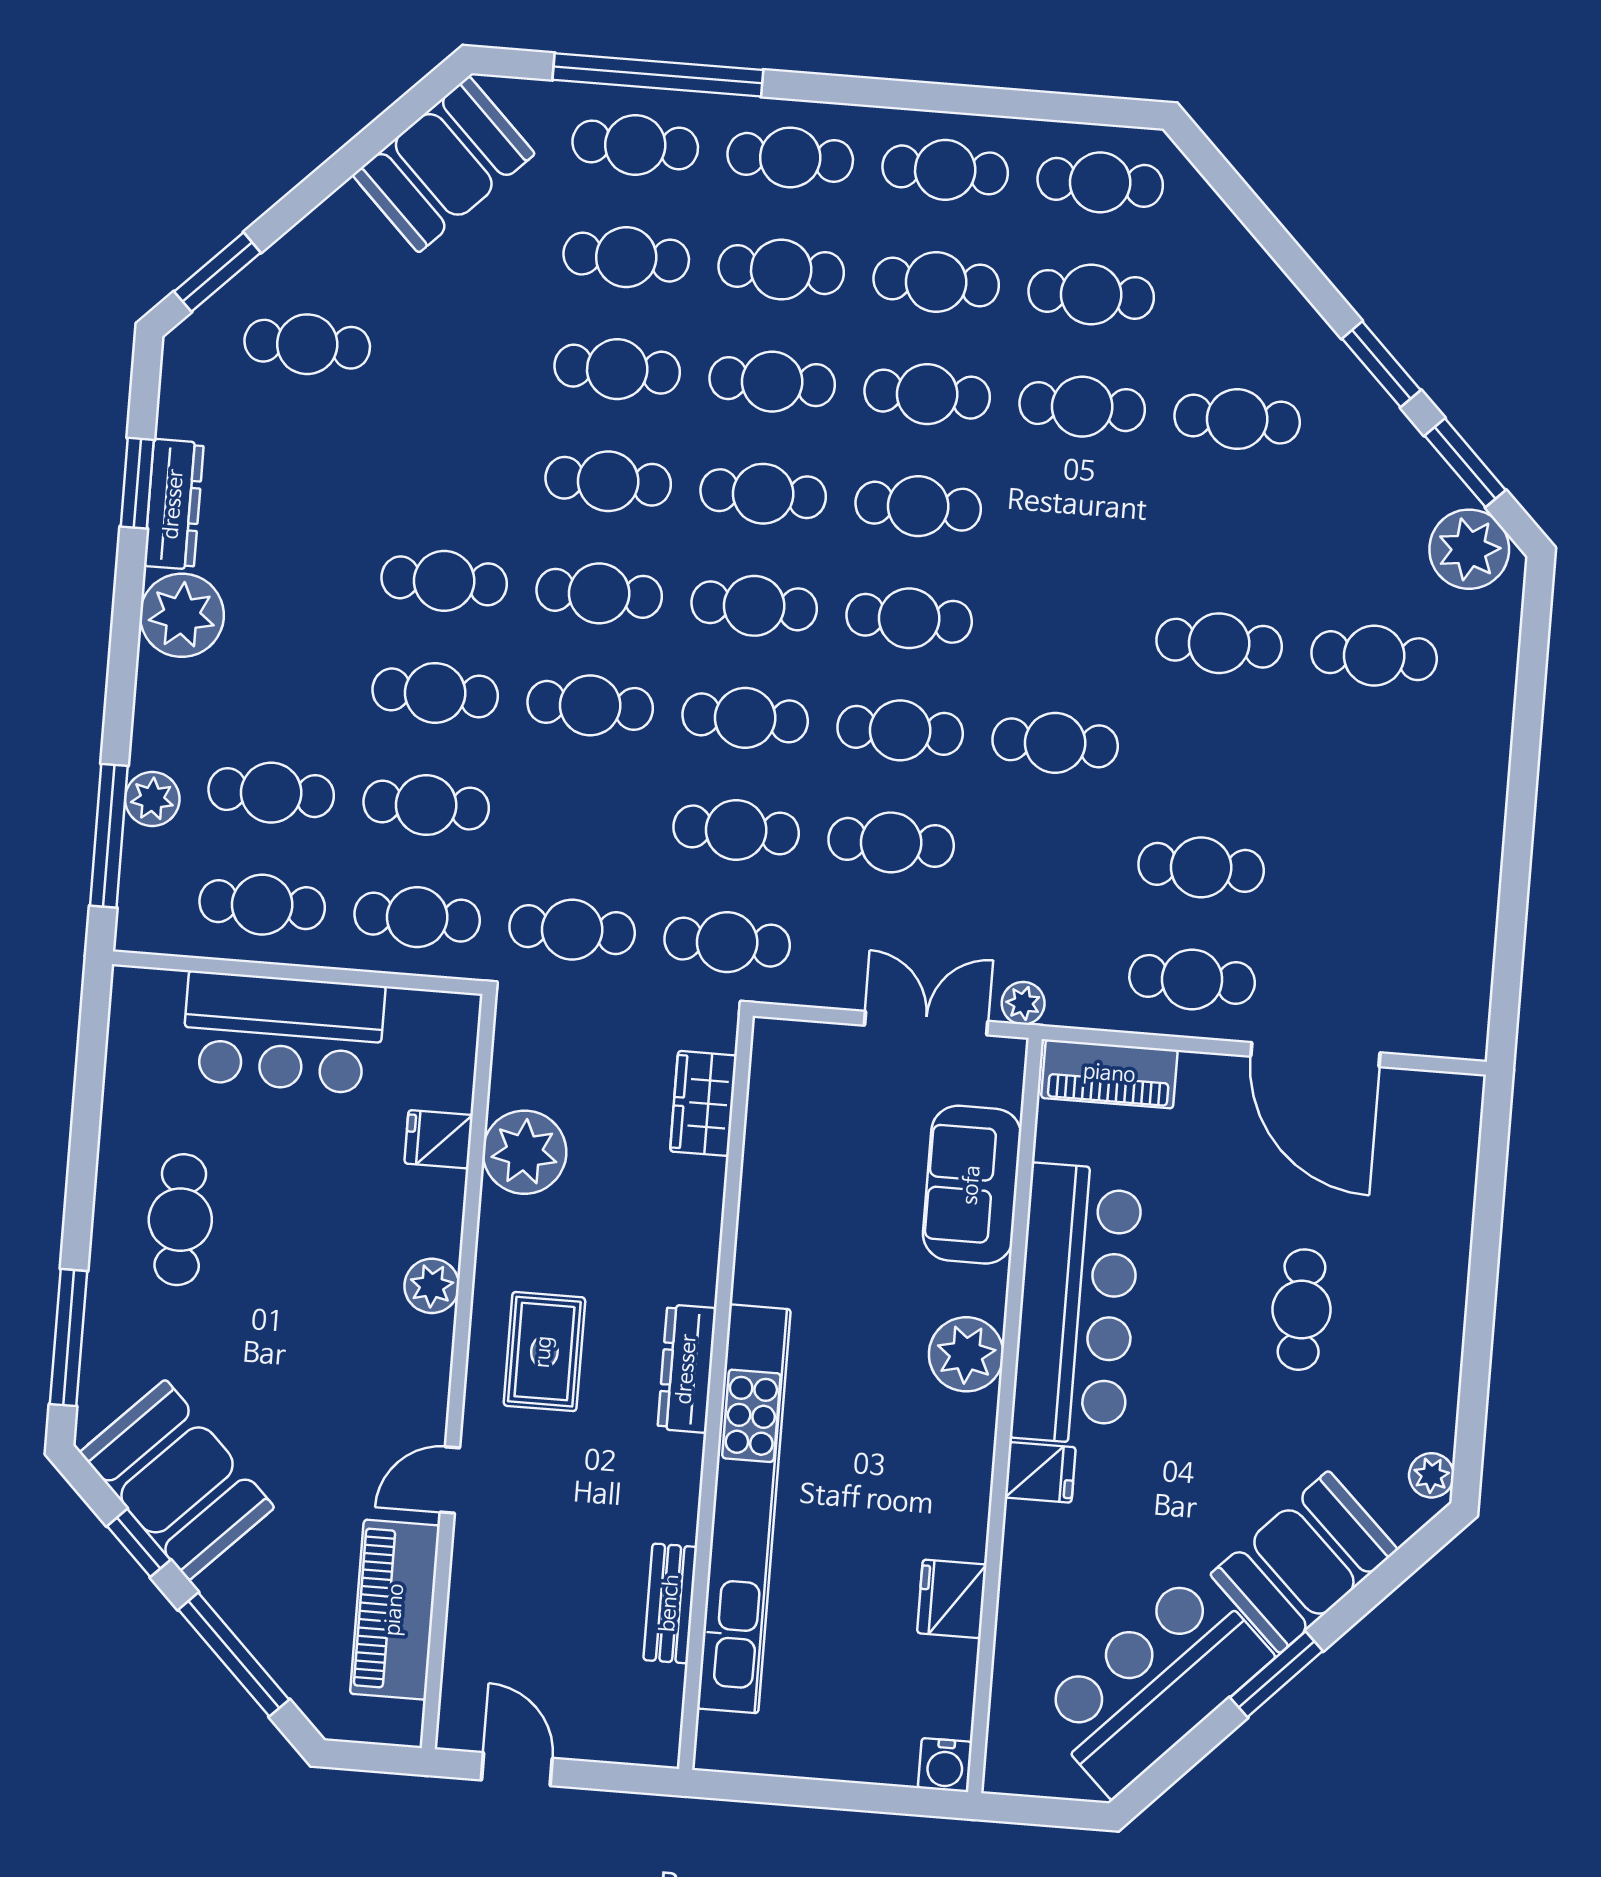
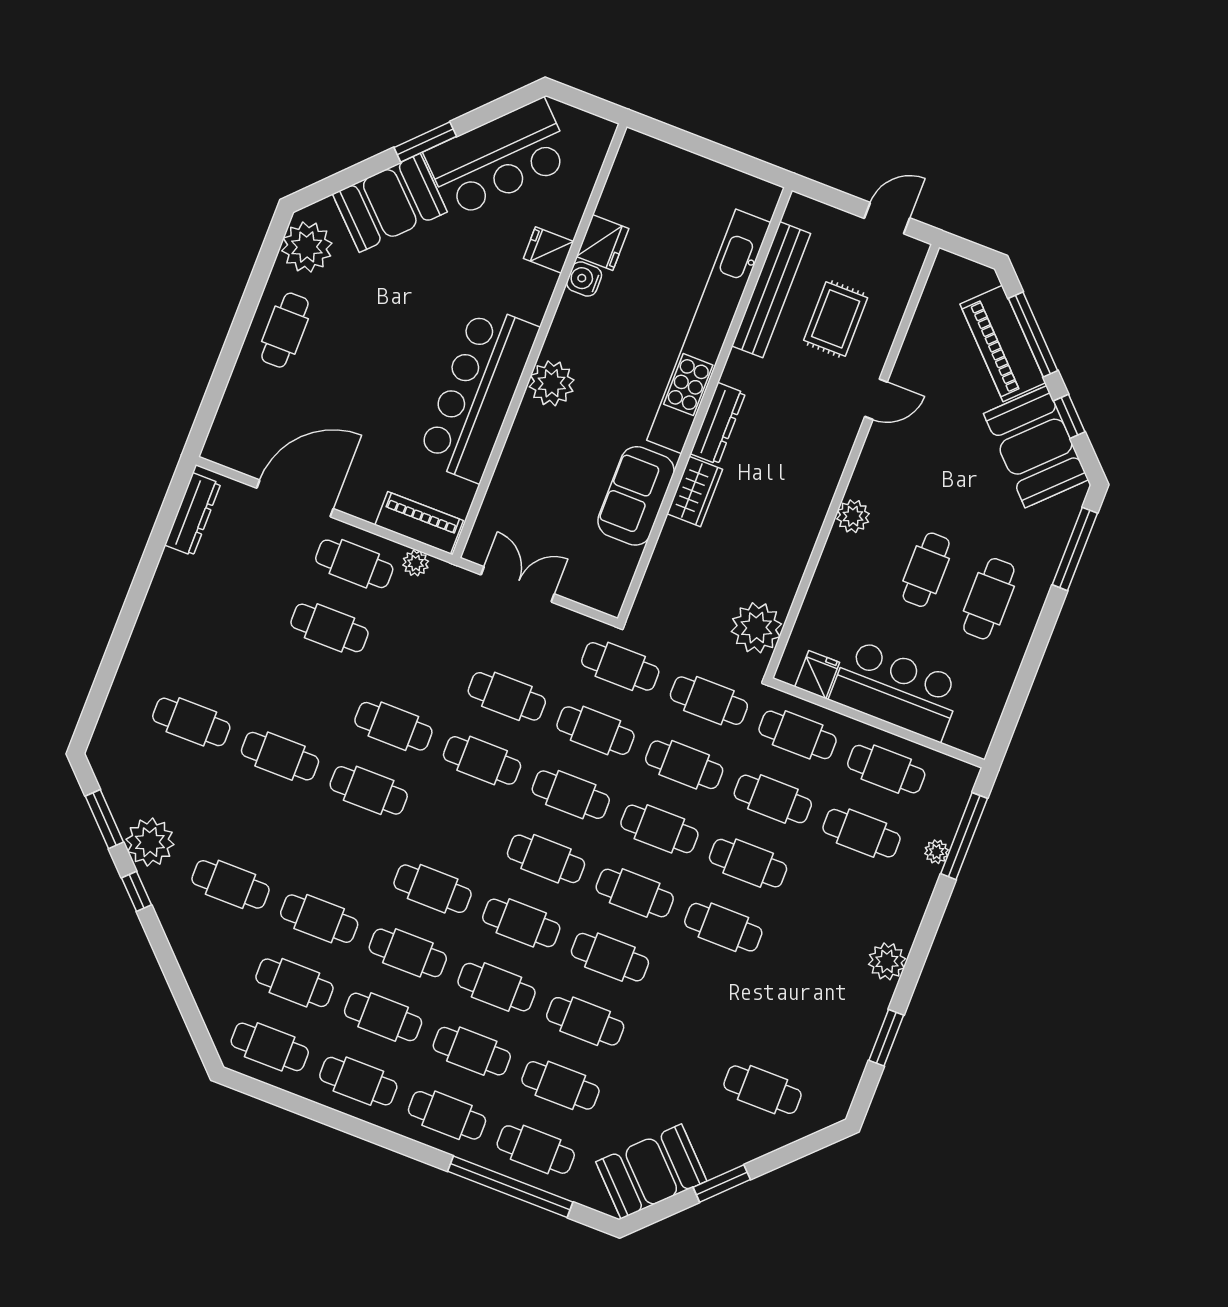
window: (217, 272) -> (722, 1183), moved
window: (1381, 364) -> (136, 891), width x0.67
dresser: (174, 504) -> (193, 514), moved, turned 180
plant: (1469, 549) -> (150, 842), moved
plant: (182, 615) -> (887, 961), width x0.73, depth x0.73
cafe table: (909, 618) -> (369, 790), moved
plant: (152, 799) -> (937, 852), width x0.73, depth x0.73
cafe table: (581, 818) -> (684, 765), added
plant: (1023, 1003) -> (416, 563), moved
double door: (926, 1023) -> (518, 584), swing flipped
door: (1315, 1055) -> (295, 498), hinge flipped
wardrobe: (703, 1103) -> (695, 492), moved
fridge: (439, 1139) -> (817, 675), moved, turned -90
plant: (524, 1152) -> (756, 628), moved
sofa: (972, 1185) -> (636, 496), moved, turned 180
cafe table: (292, 1236) -> (926, 570), added
cafe table: (1302, 1310) -> (285, 330), moved
rug: (544, 1352) -> (836, 319), moved
fridge: (1040, 1472) -> (549, 250), moved
plant: (1431, 1475) -> (307, 247), width x1.87, depth x1.87
bench: (670, 1603) -> (771, 290), width x1.86, depth x1.21
piano: (395, 1610) -> (1003, 343), moved, turned 135
water cooler: (945, 1765) -> (584, 279), moved, turned -90
door: (517, 1769) -> (887, 218), swing flipped

